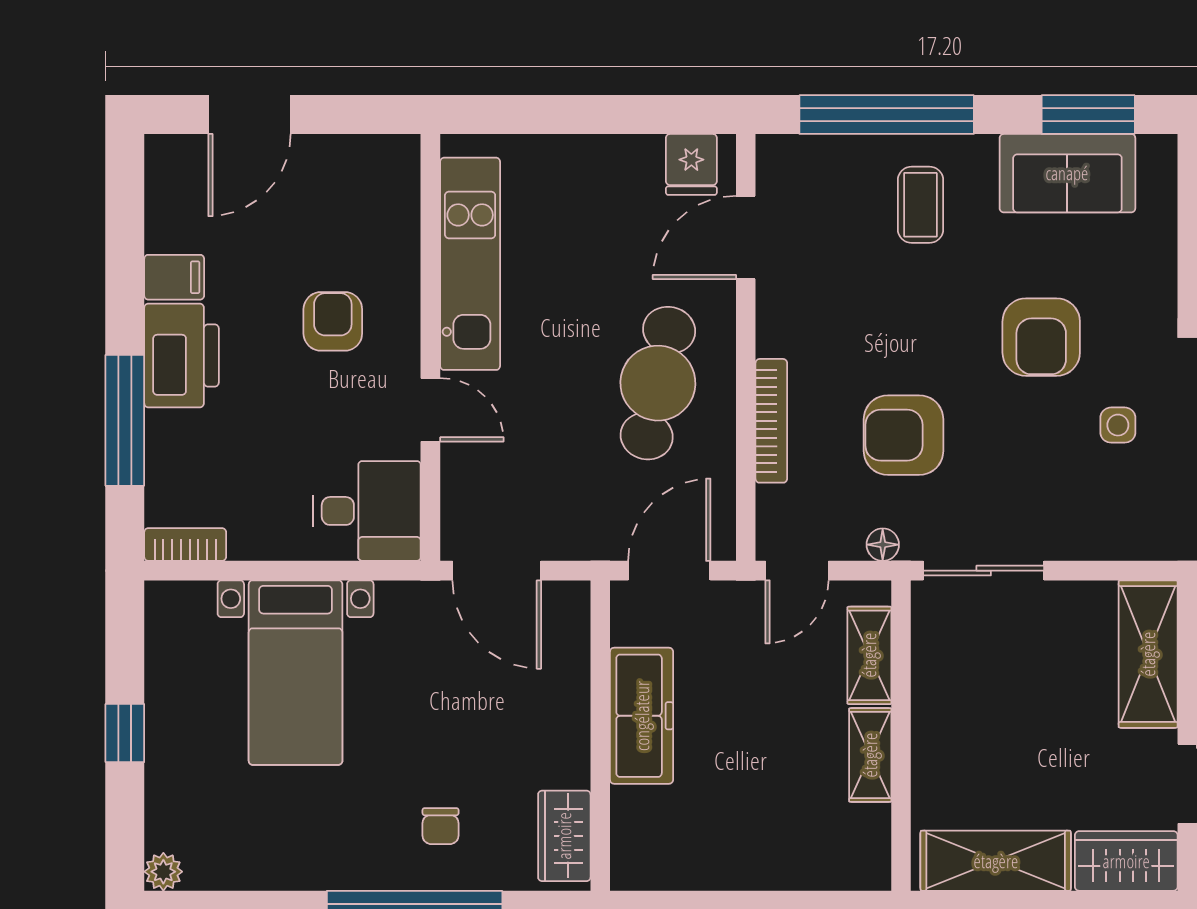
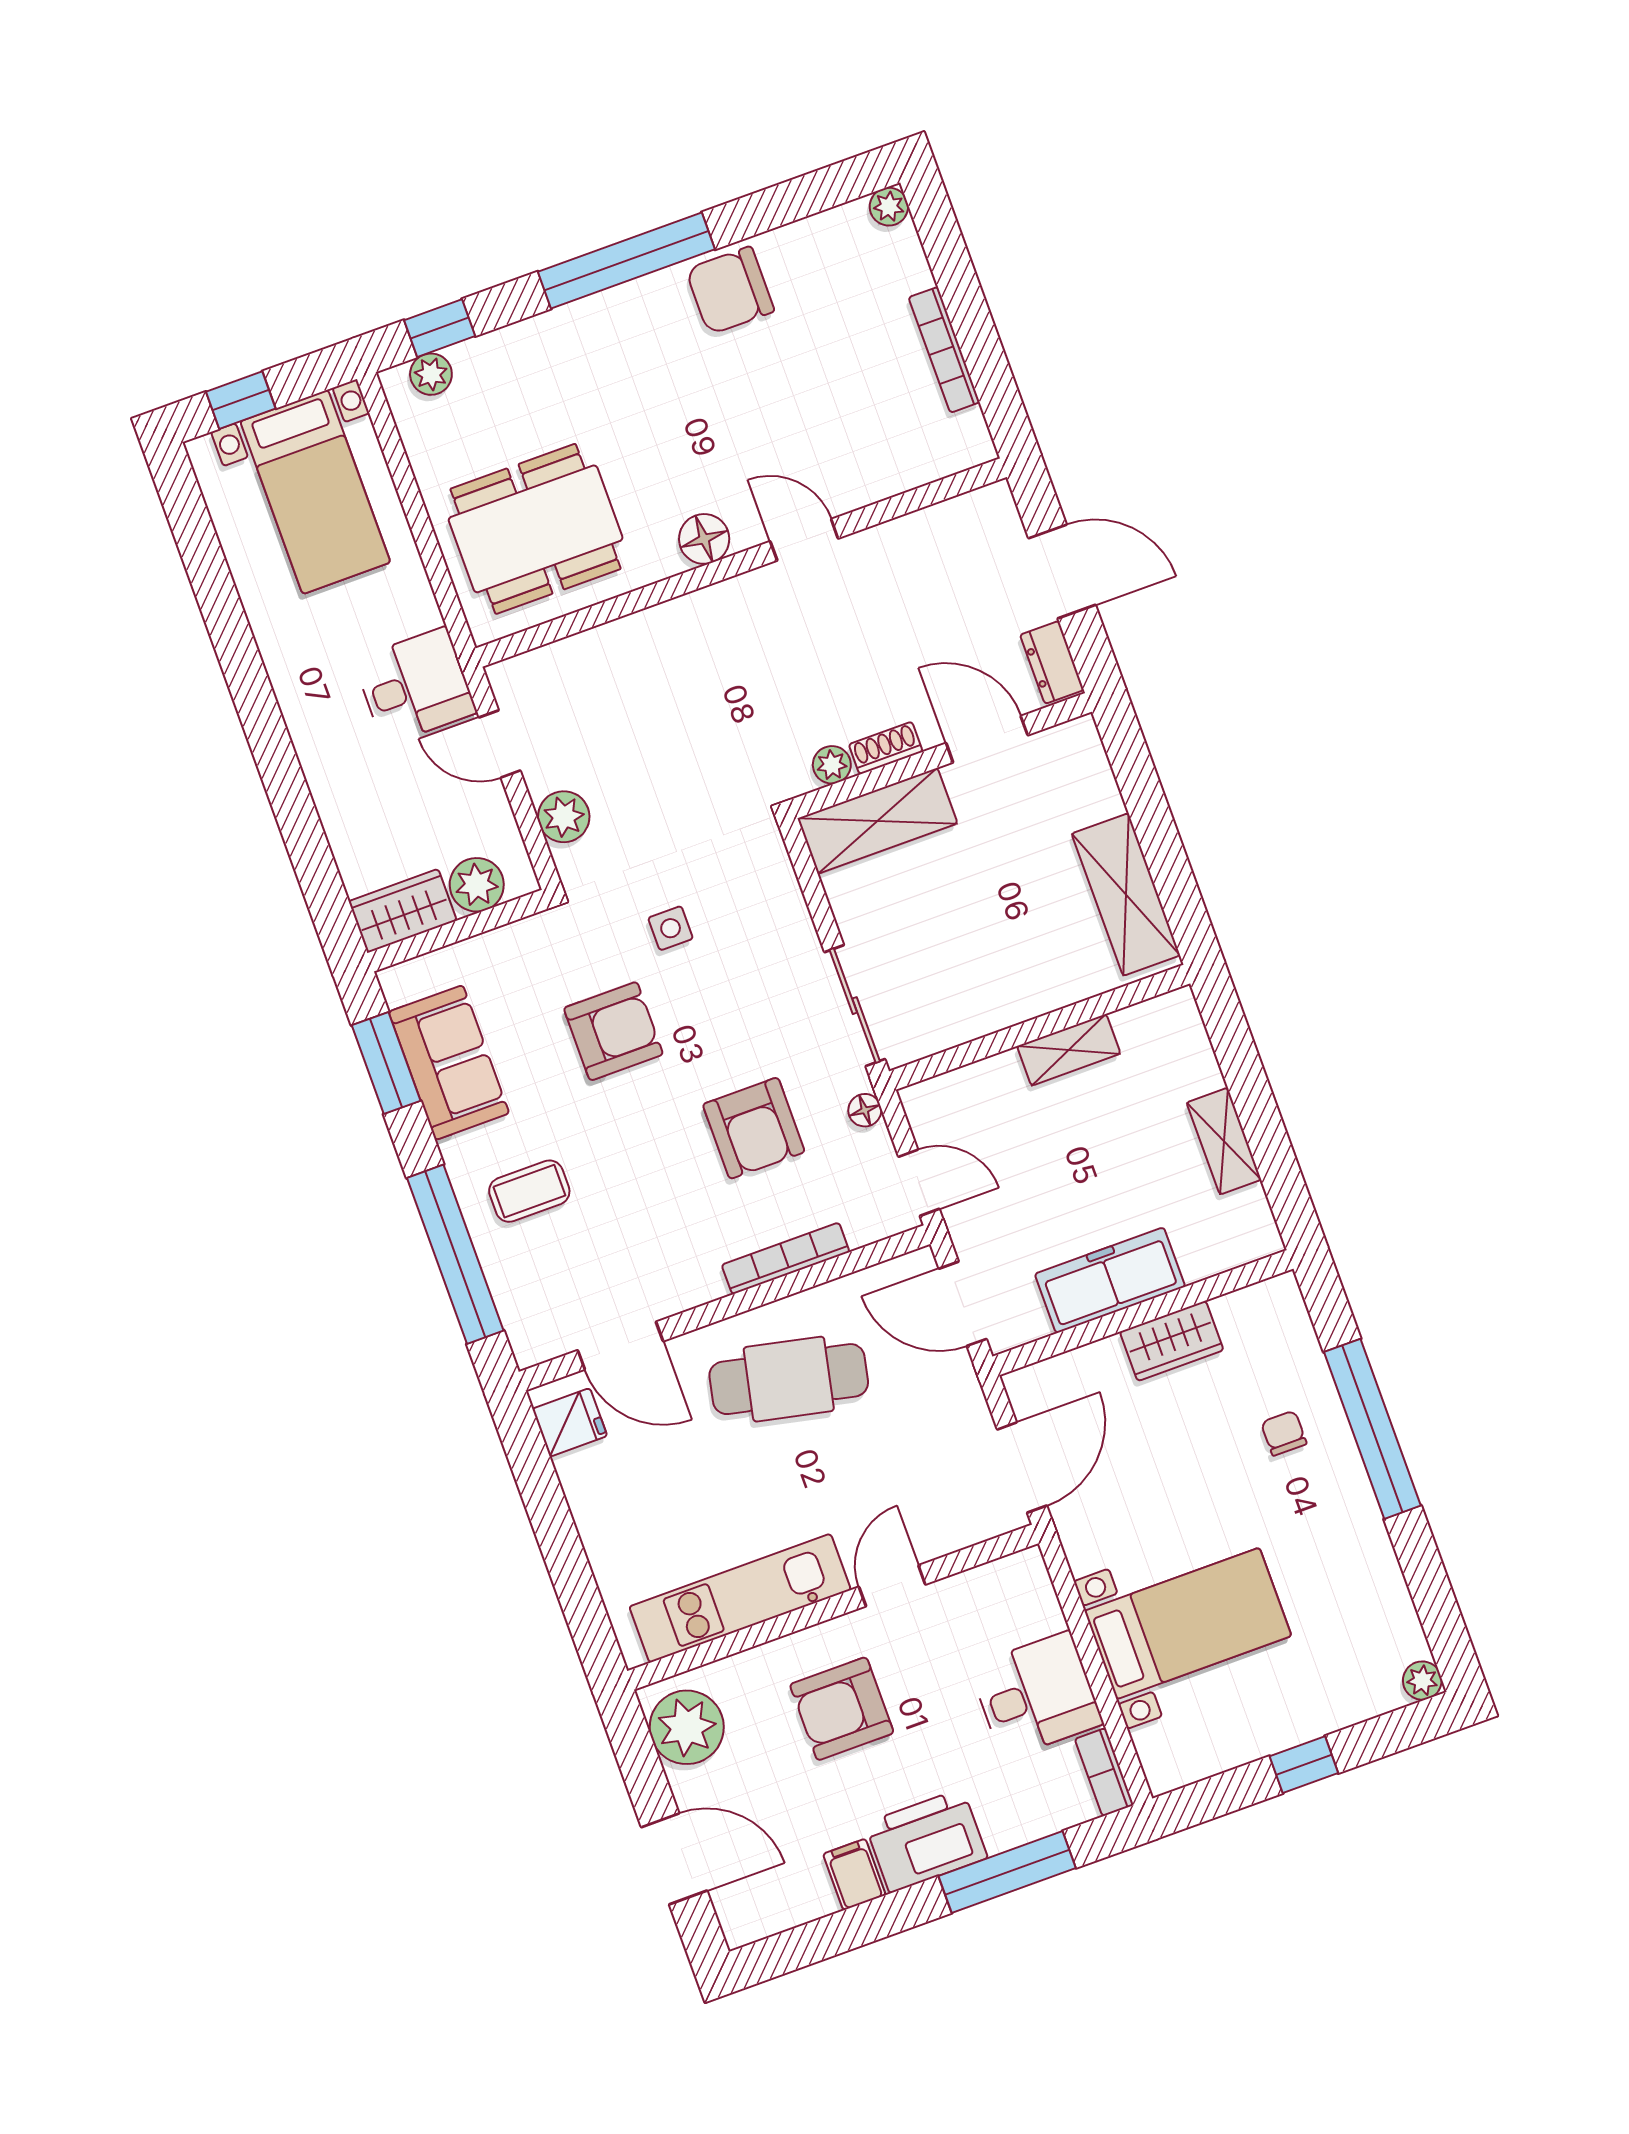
plant: (368, 171) -> (687, 1727), added
armchair: (333, 321) -> (842, 1709), width x1.38, depth x1.38
desk: (367, 511) -> (1036, 1695), moved, turned 90
shelving: (869, 655) -> (1224, 1141), moved, turned 90
chair: (441, 826) -> (1284, 1433), turned -90
wardrobe: (564, 836) -> (1172, 1341), moved
wardrobe: (1126, 861) -> (1081, 771), removed

